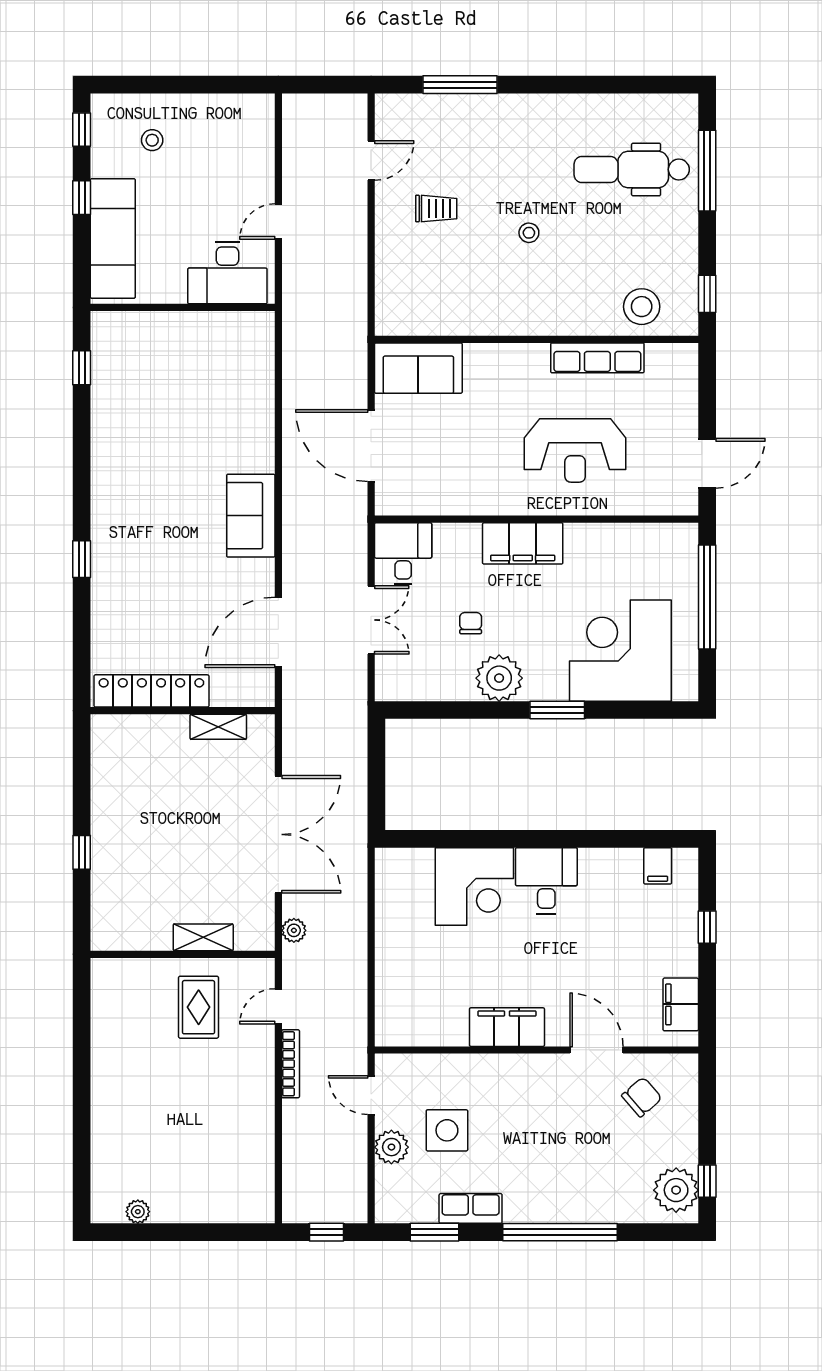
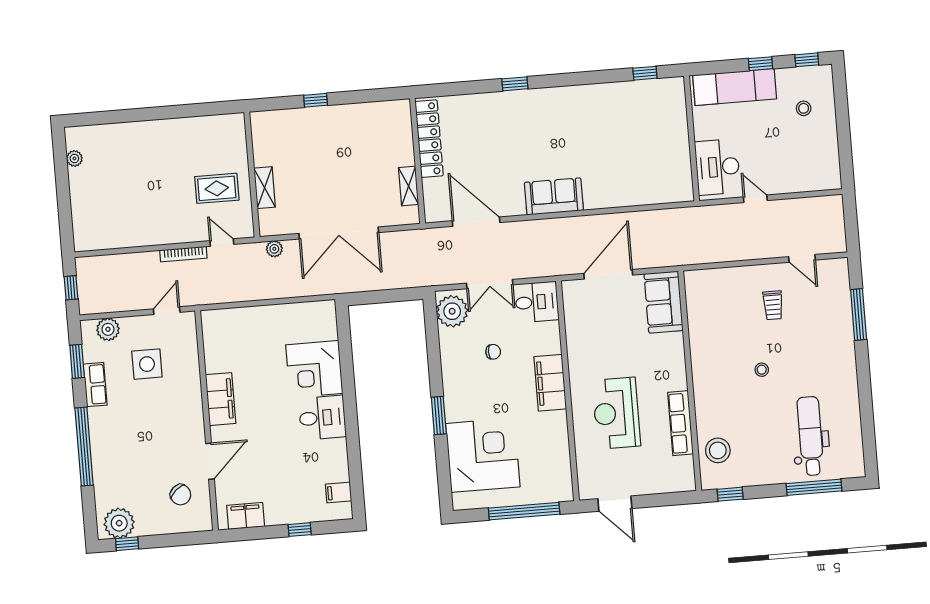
plant: (499, 678) -> (452, 311), moved
plant: (391, 1147) -> (108, 329), moved

